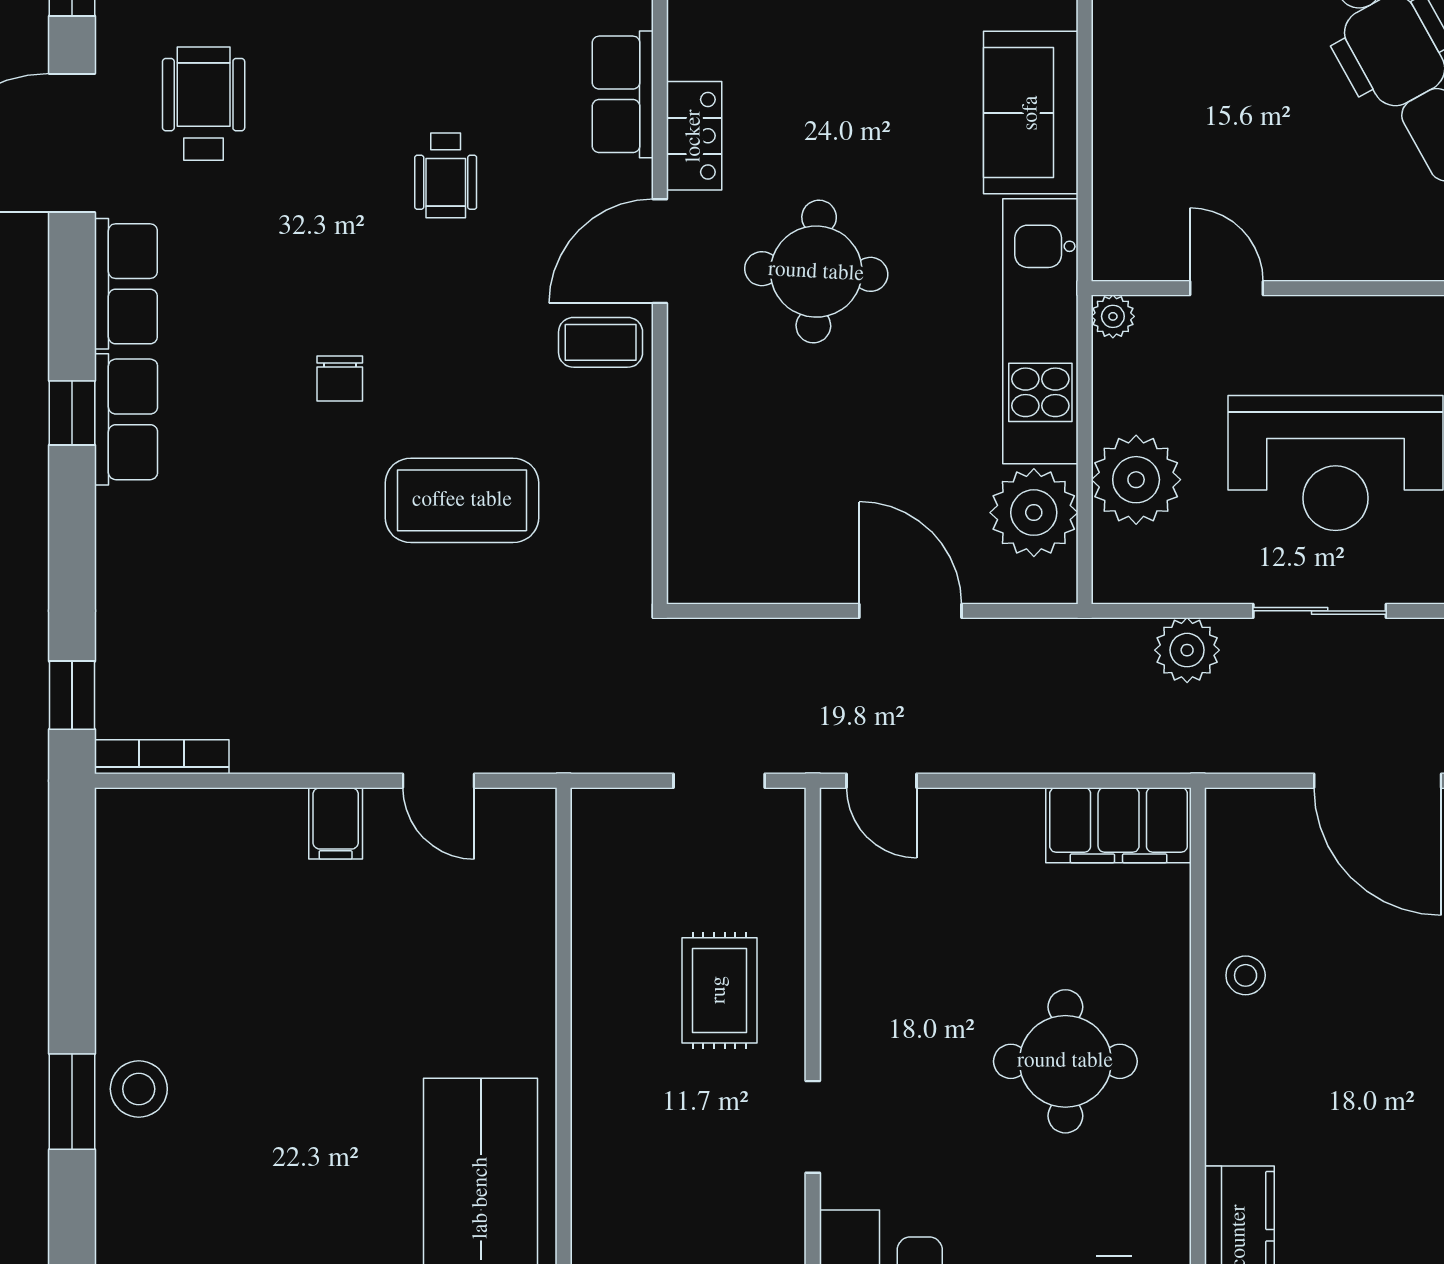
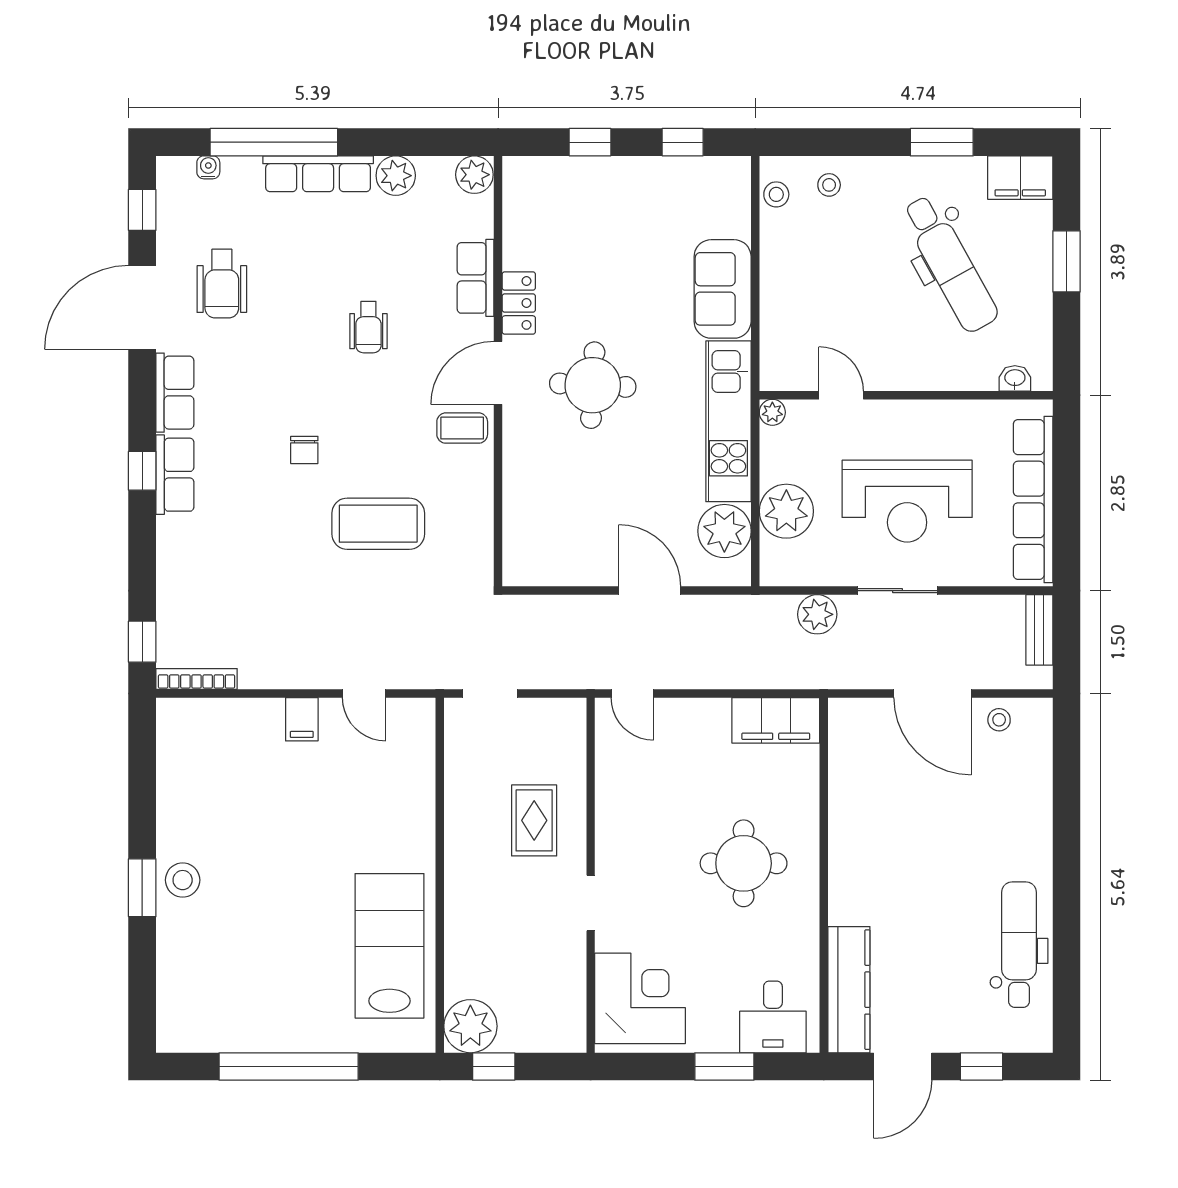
wheelchair: (204, 104) -> (222, 284), turned 180
doorway: (719, 781) -> (490, 693), moved
stool: (1246, 975) -> (853, 811), removed

